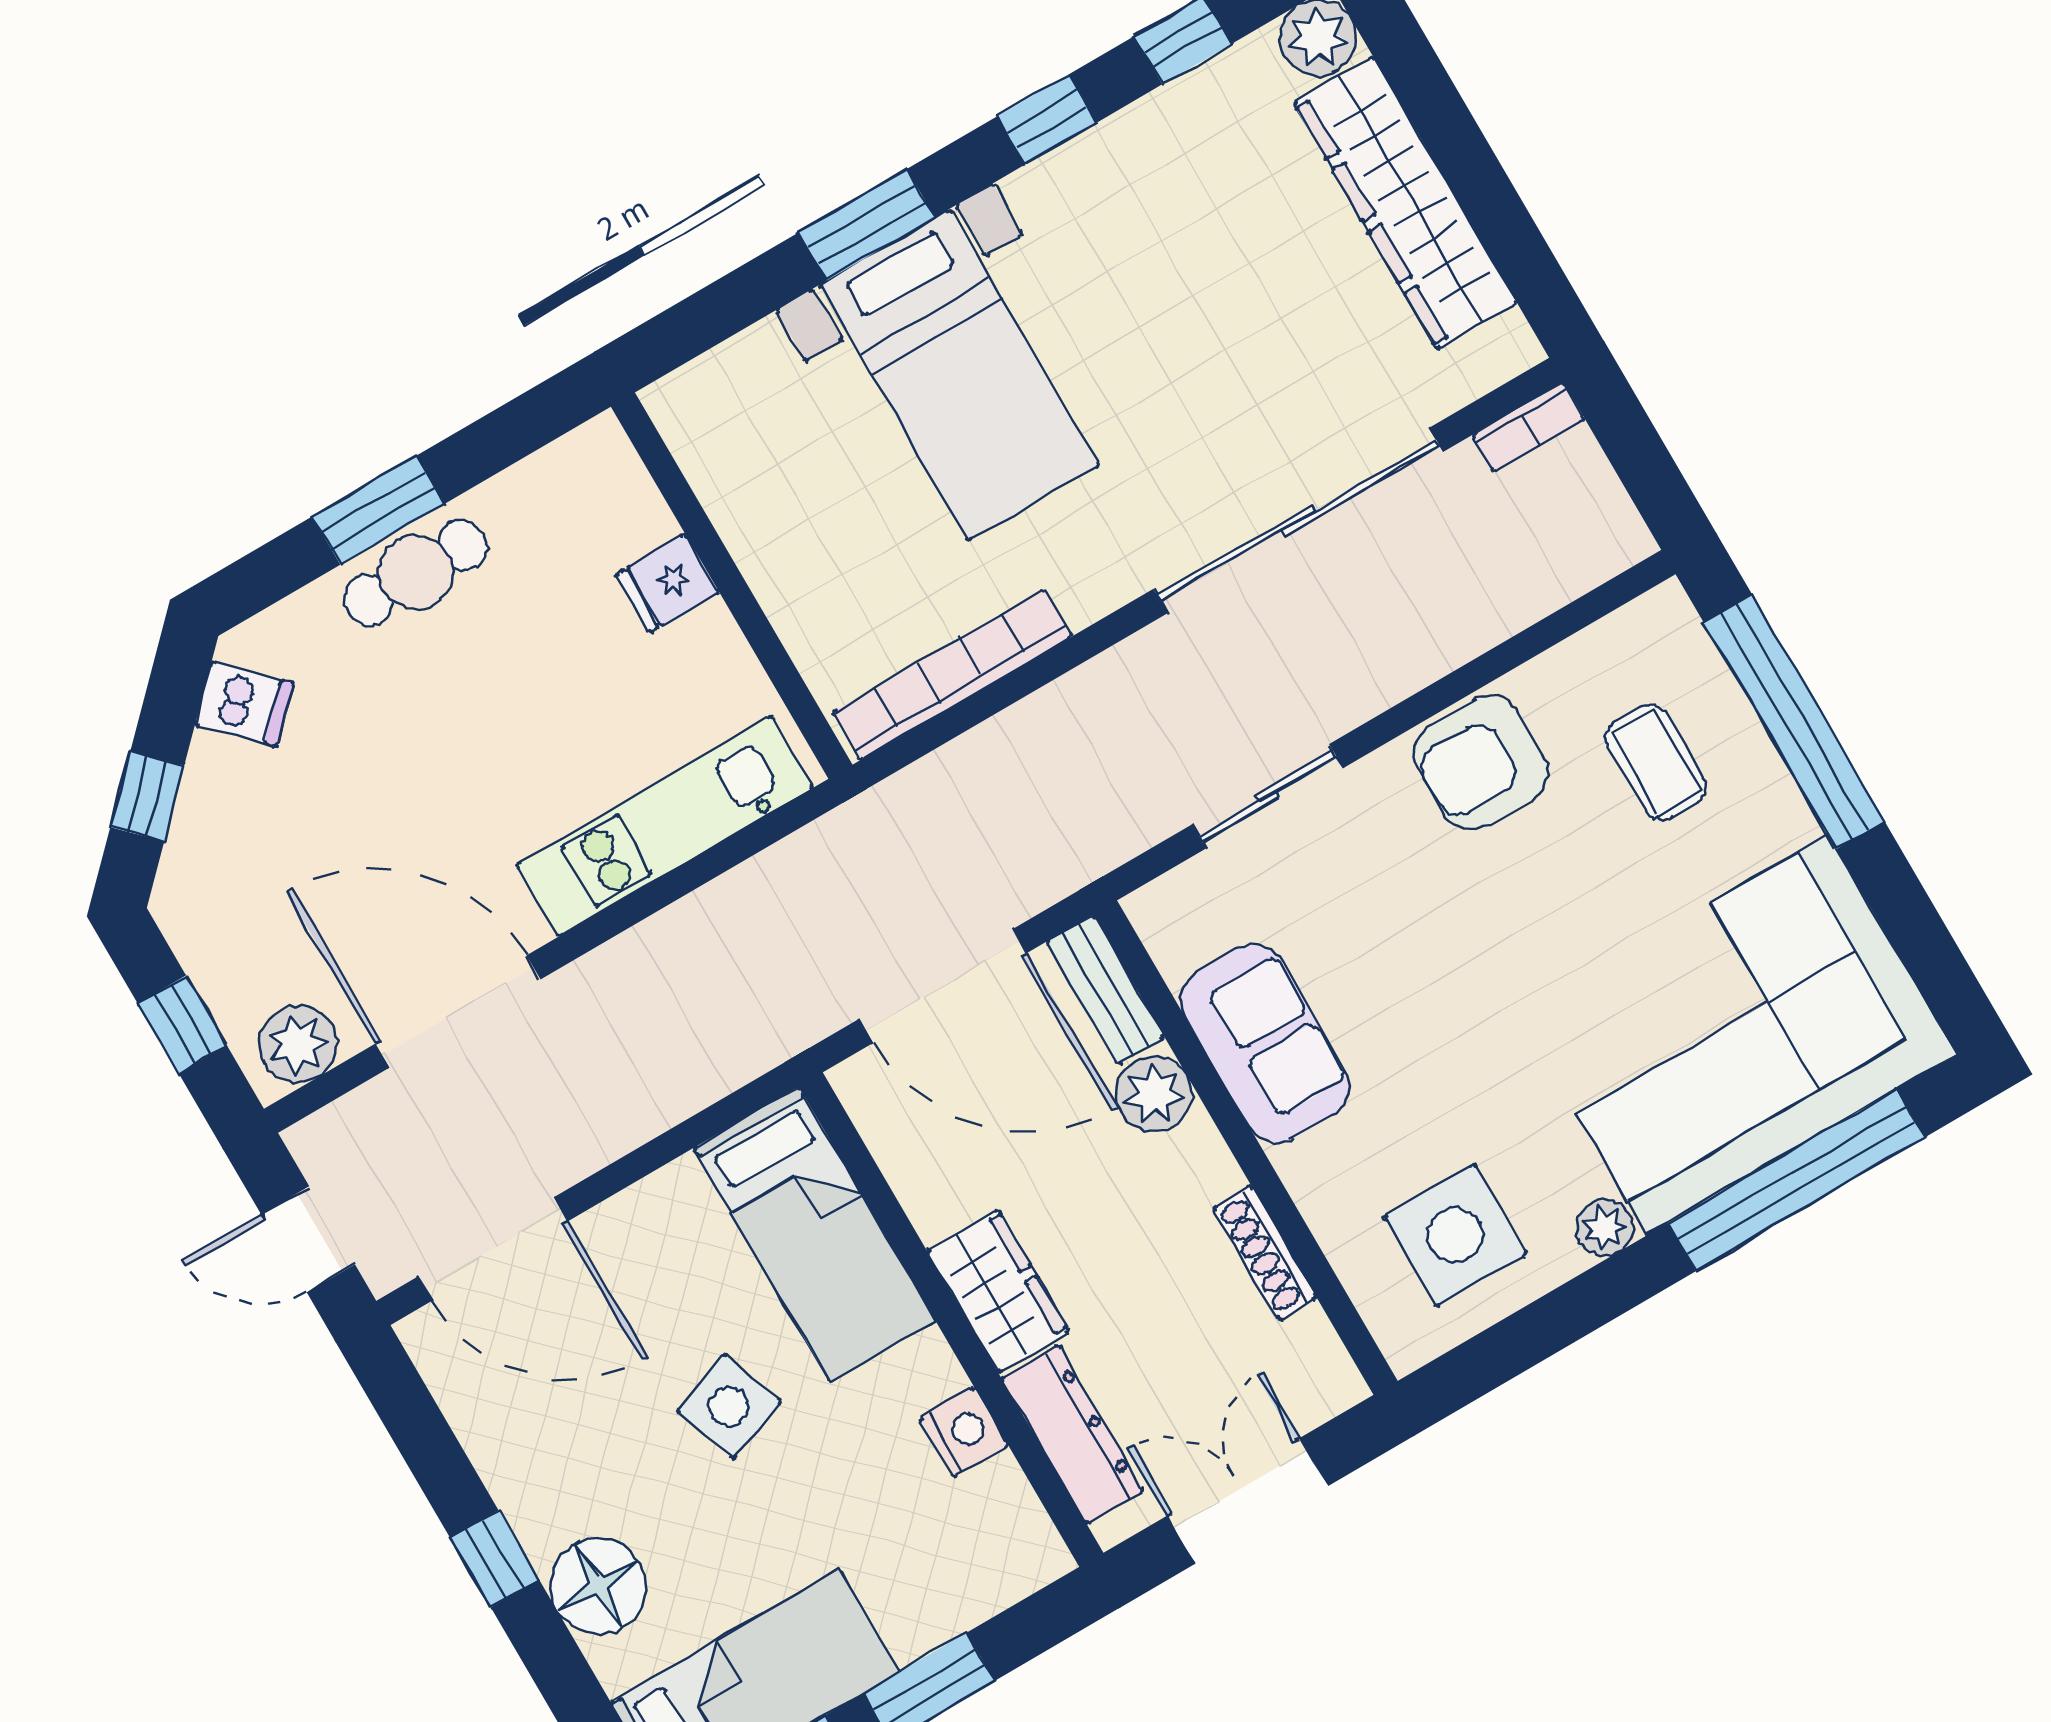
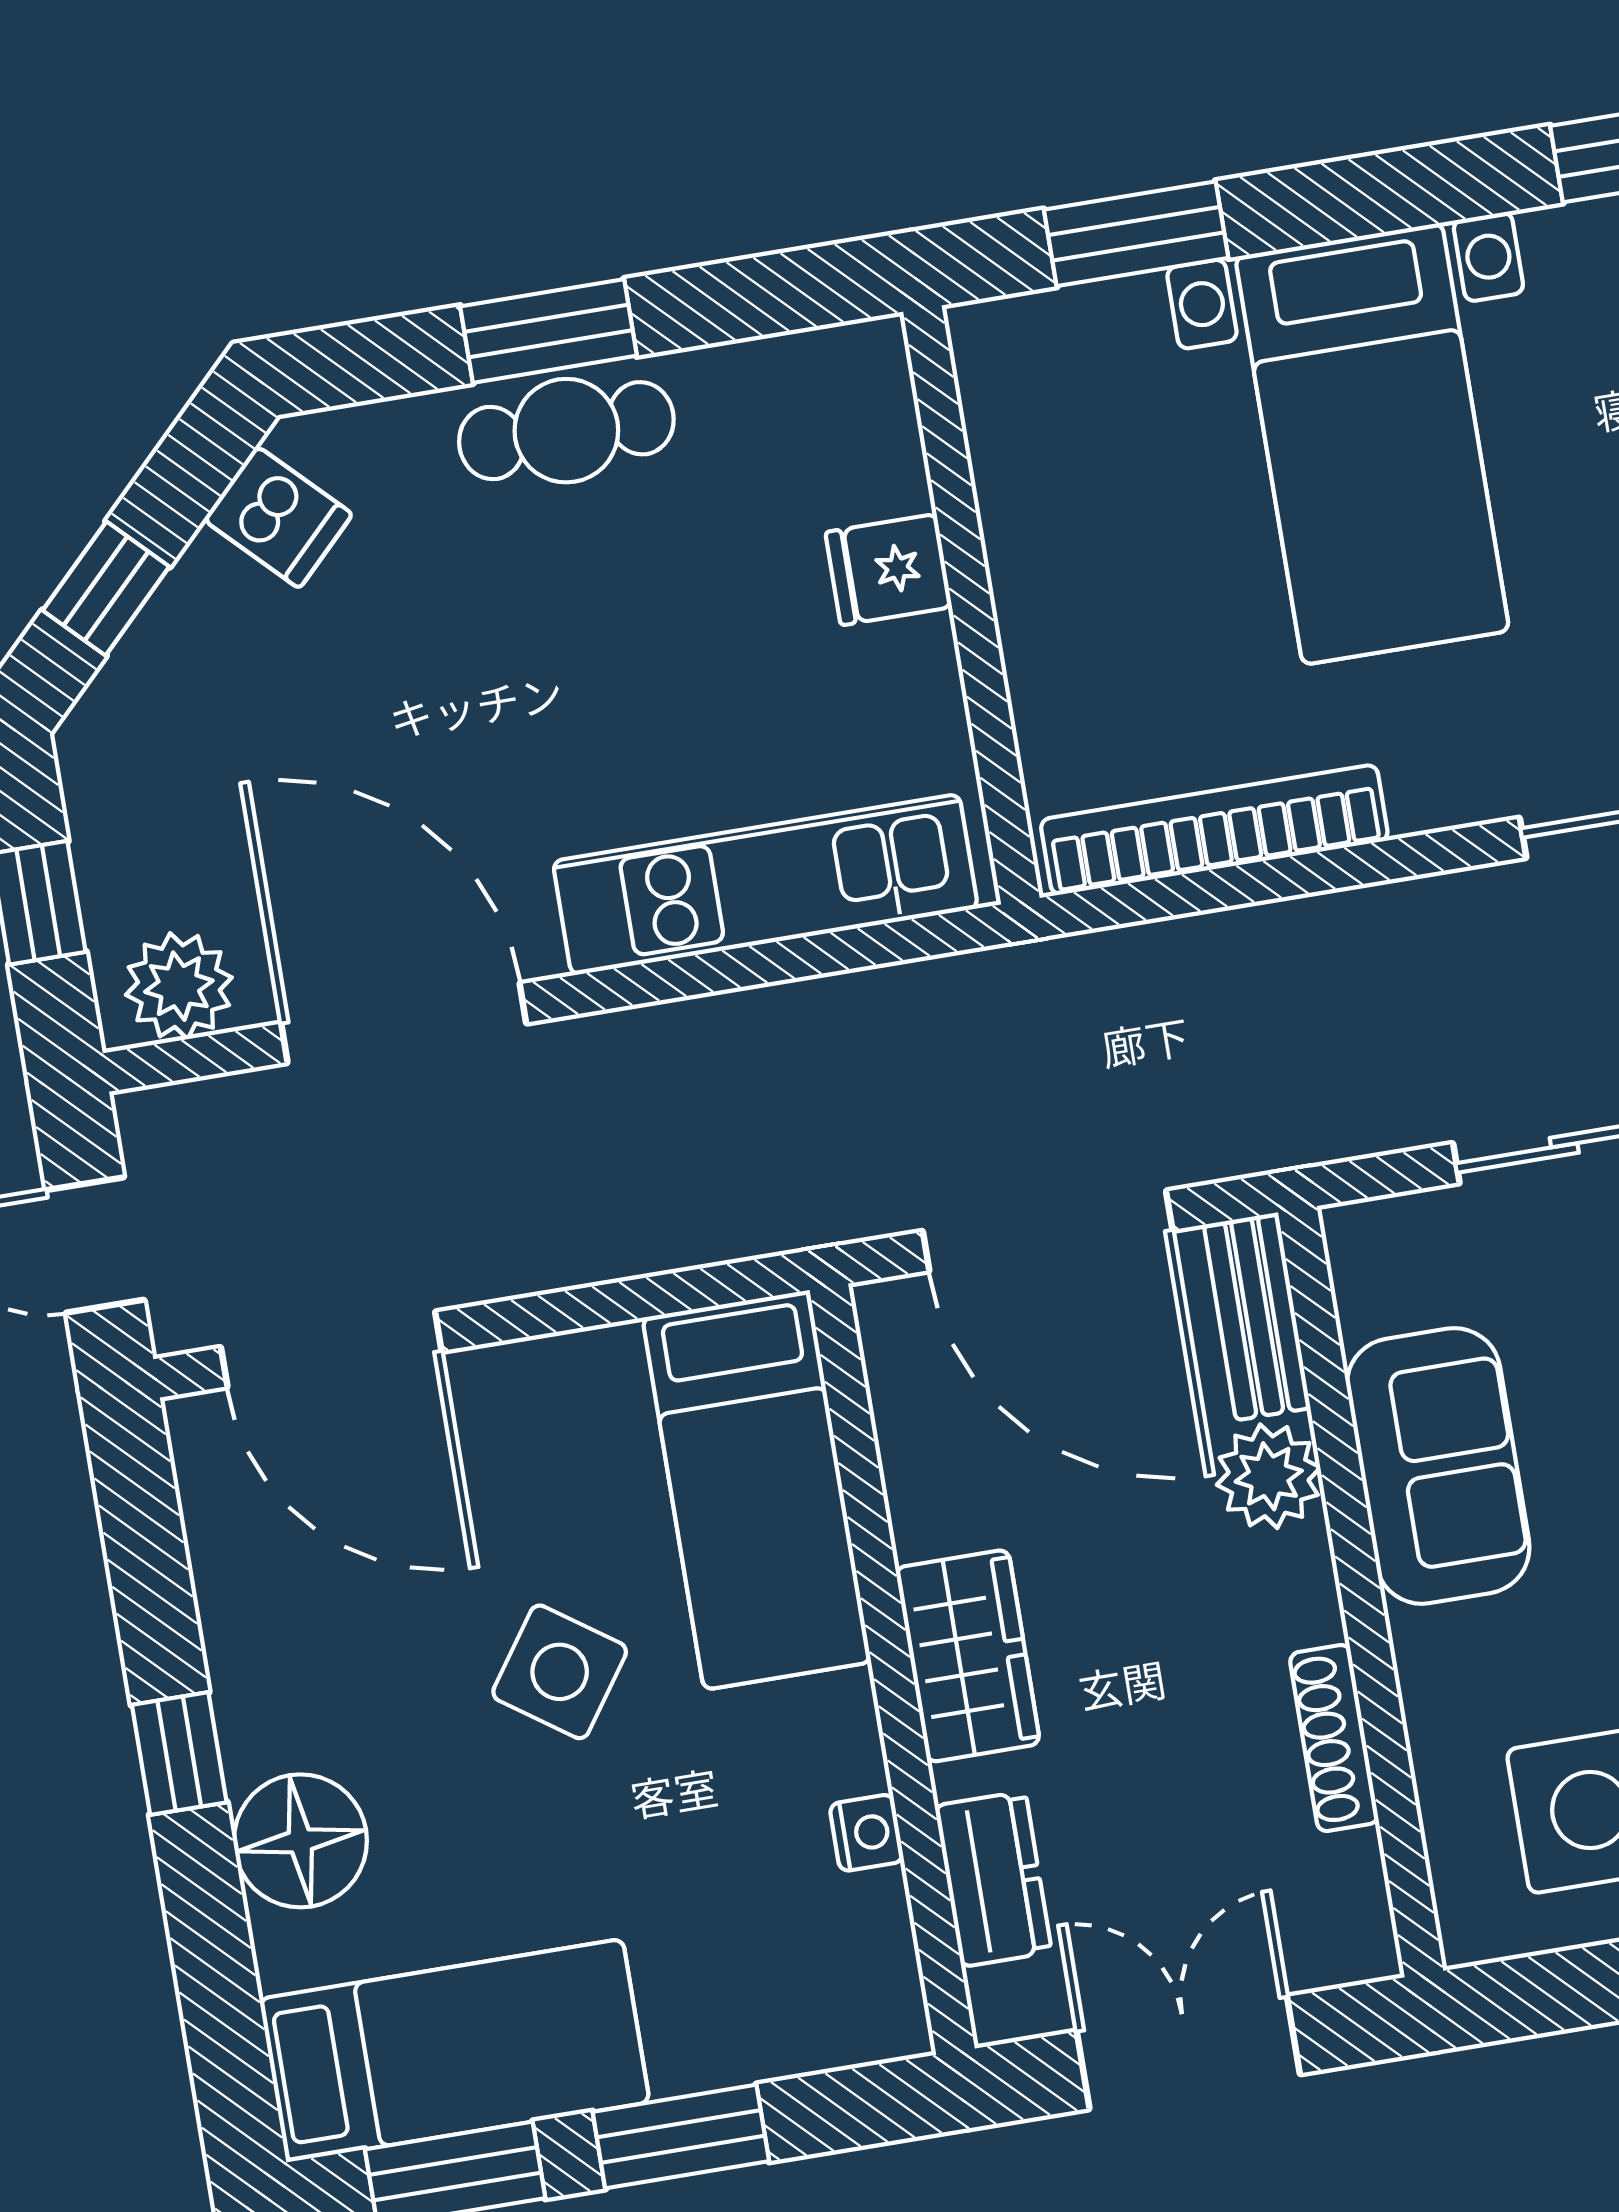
window: (867, 225) -> (1136, 234), moved
side table: (729, 1407) -> (560, 1672), turned -35
nightstand: (964, 1432) -> (867, 1833), width x0.72, depth x0.74
dresser: (1073, 1434) -> (993, 1879), width x0.70

